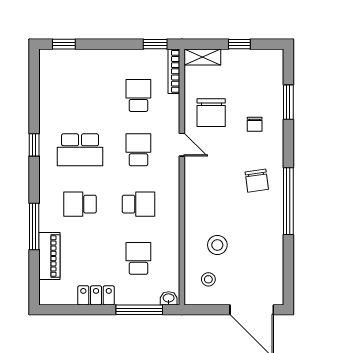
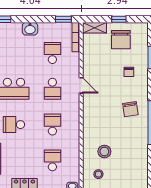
washbasin: (104, 59) -> (30, 29), added
chair: (211, 113) -> (121, 40), moved
school desk: (138, 150) -> (52, 89), turned 180
school desk: (138, 204) -> (52, 125), turned -90

